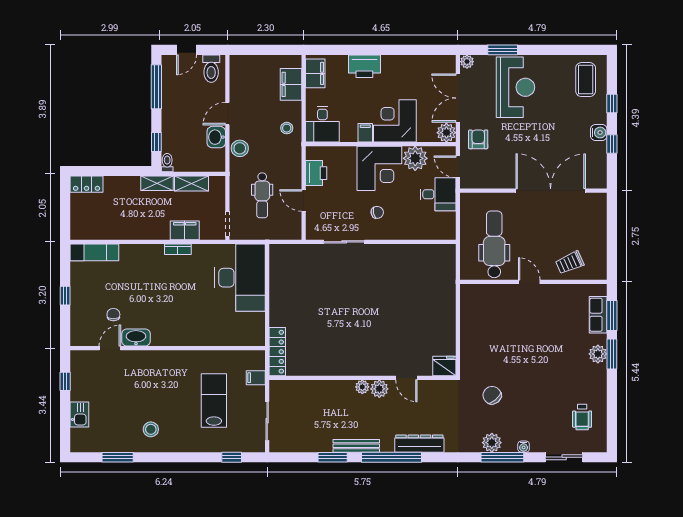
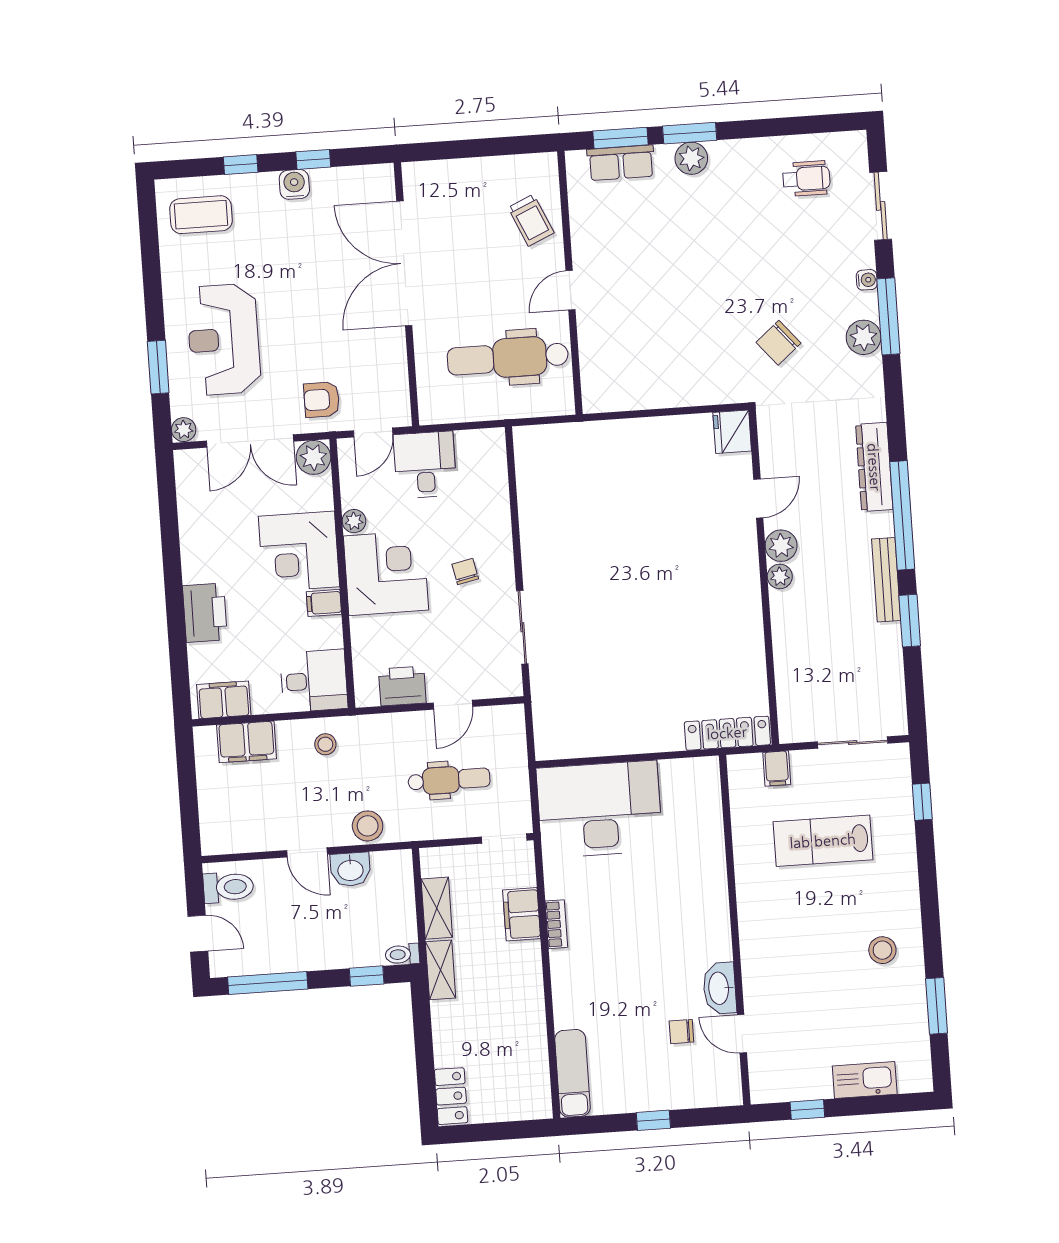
reception desk: (515, 87) -> (224, 339), turned -90
plant: (415, 158) -> (354, 521), width x0.53, depth x0.53
kitchen sink: (79, 414) -> (865, 1080), width x1.38

